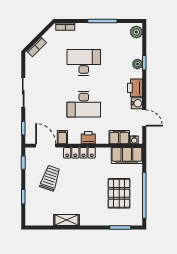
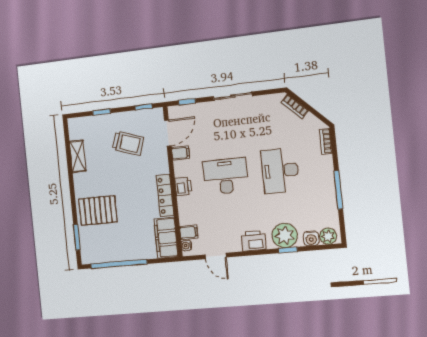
desk: (84, 62) -> (280, 171), turned 180
plant: (137, 64) -> (285, 236), width x1.87, depth x1.87
water cooler: (137, 103) -> (311, 238), moved
desk: (84, 104) -> (226, 176), turned 90
door: (144, 118) -> (216, 256), hinge flipped
filing cabinet: (119, 137) -> (189, 232), width x0.50
locker: (79, 153) -> (165, 196), moved
pallet: (119, 193) -> (98, 210), moved
shelving: (66, 220) -> (78, 156), moved

